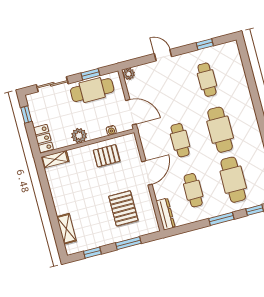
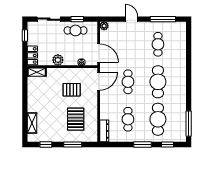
window: (205, 44) -> (163, 19), width x2.17
cafe table: (92, 90) -> (76, 30), width x0.73, depth x0.74
pallet: (107, 156) -> (72, 90), moved
door: (147, 173) -> (99, 81), moved

